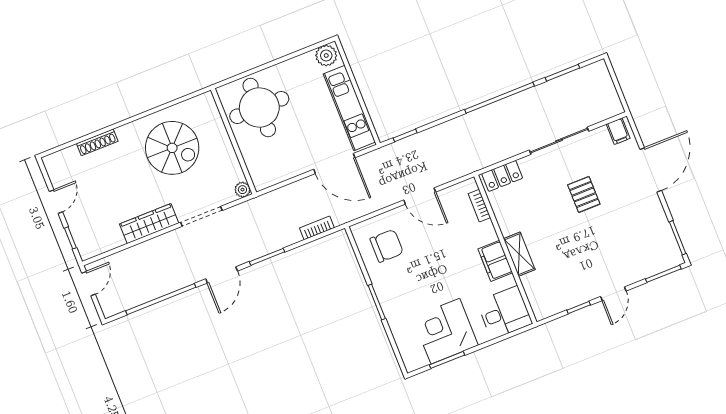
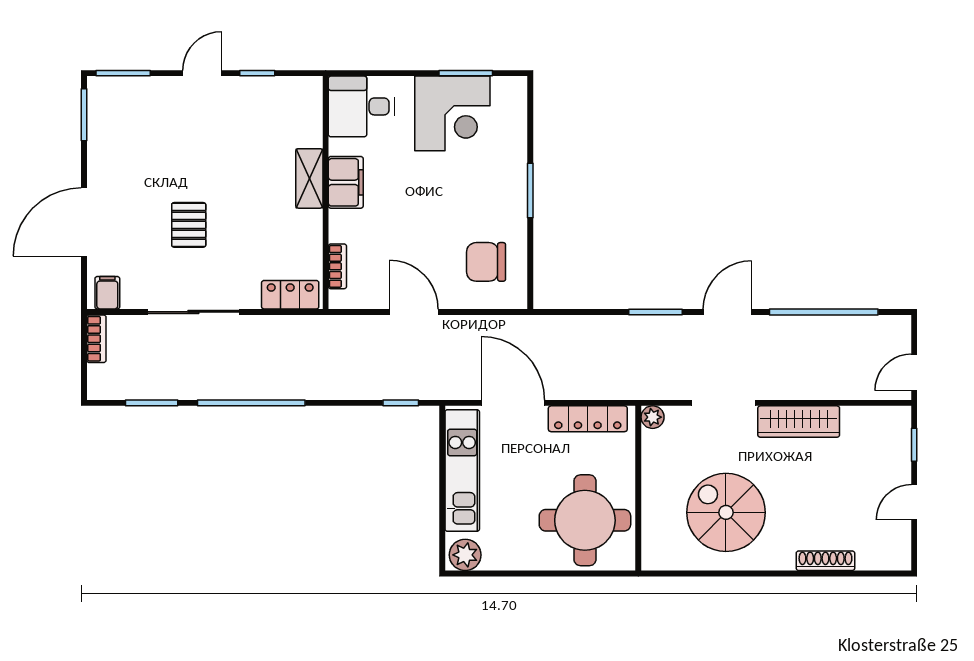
locker: (283, 172) -> (588, 419), added
bookcase: (317, 228) -> (96, 339), moved, turned -90

